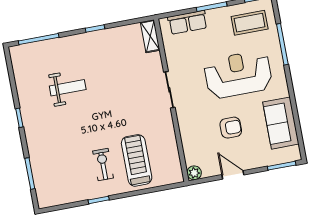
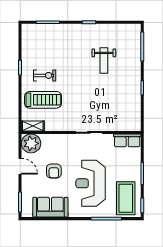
row of seats: (188, 22) -> (127, 140), moved, turned -90
coffee table: (250, 23) -> (126, 198), width x1.36, depth x1.32
shelving: (150, 36) -> (33, 126), moved
reception desk: (238, 74) -> (91, 183), turned 180
plant: (194, 173) -> (31, 143), width x1.87, depth x1.87
door: (233, 175) -> (20, 166), hinge flipped

